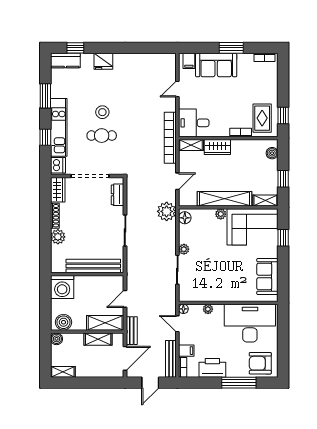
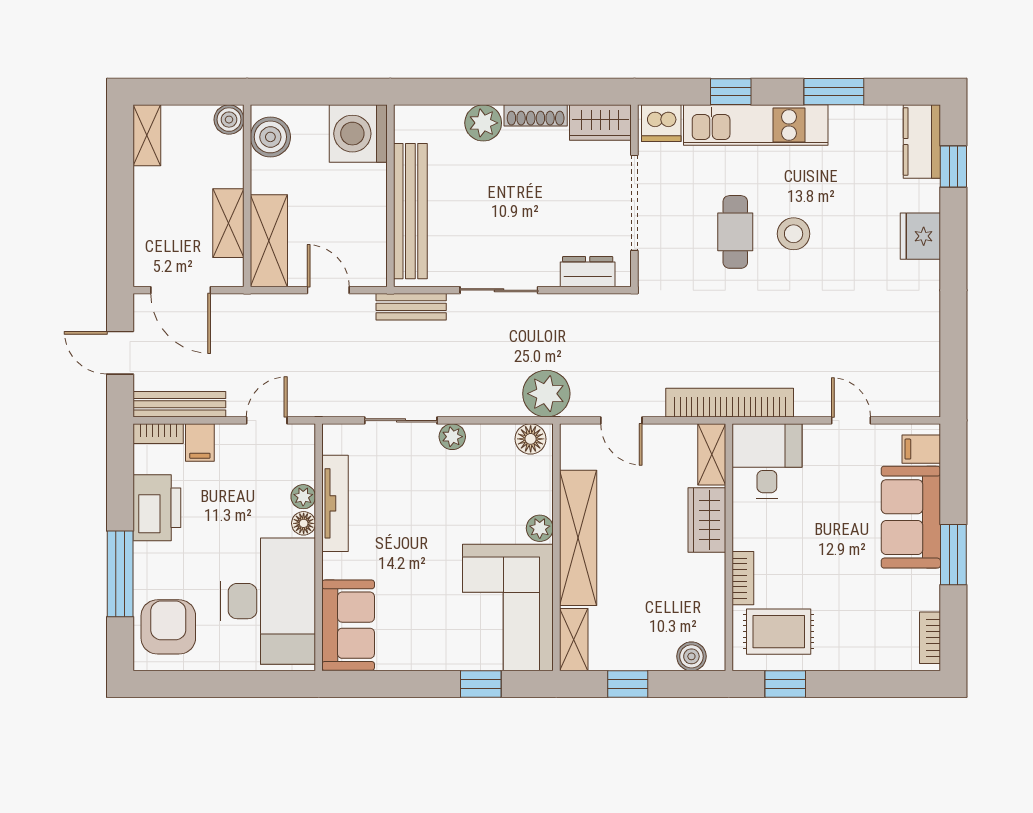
sofa: (267, 276) -> (348, 625), moved, turned 90
tv unit: (211, 296) -> (335, 503), added
floor lamp: (183, 309) -> (304, 523), moved
bench: (132, 331) -> (411, 307), moved

